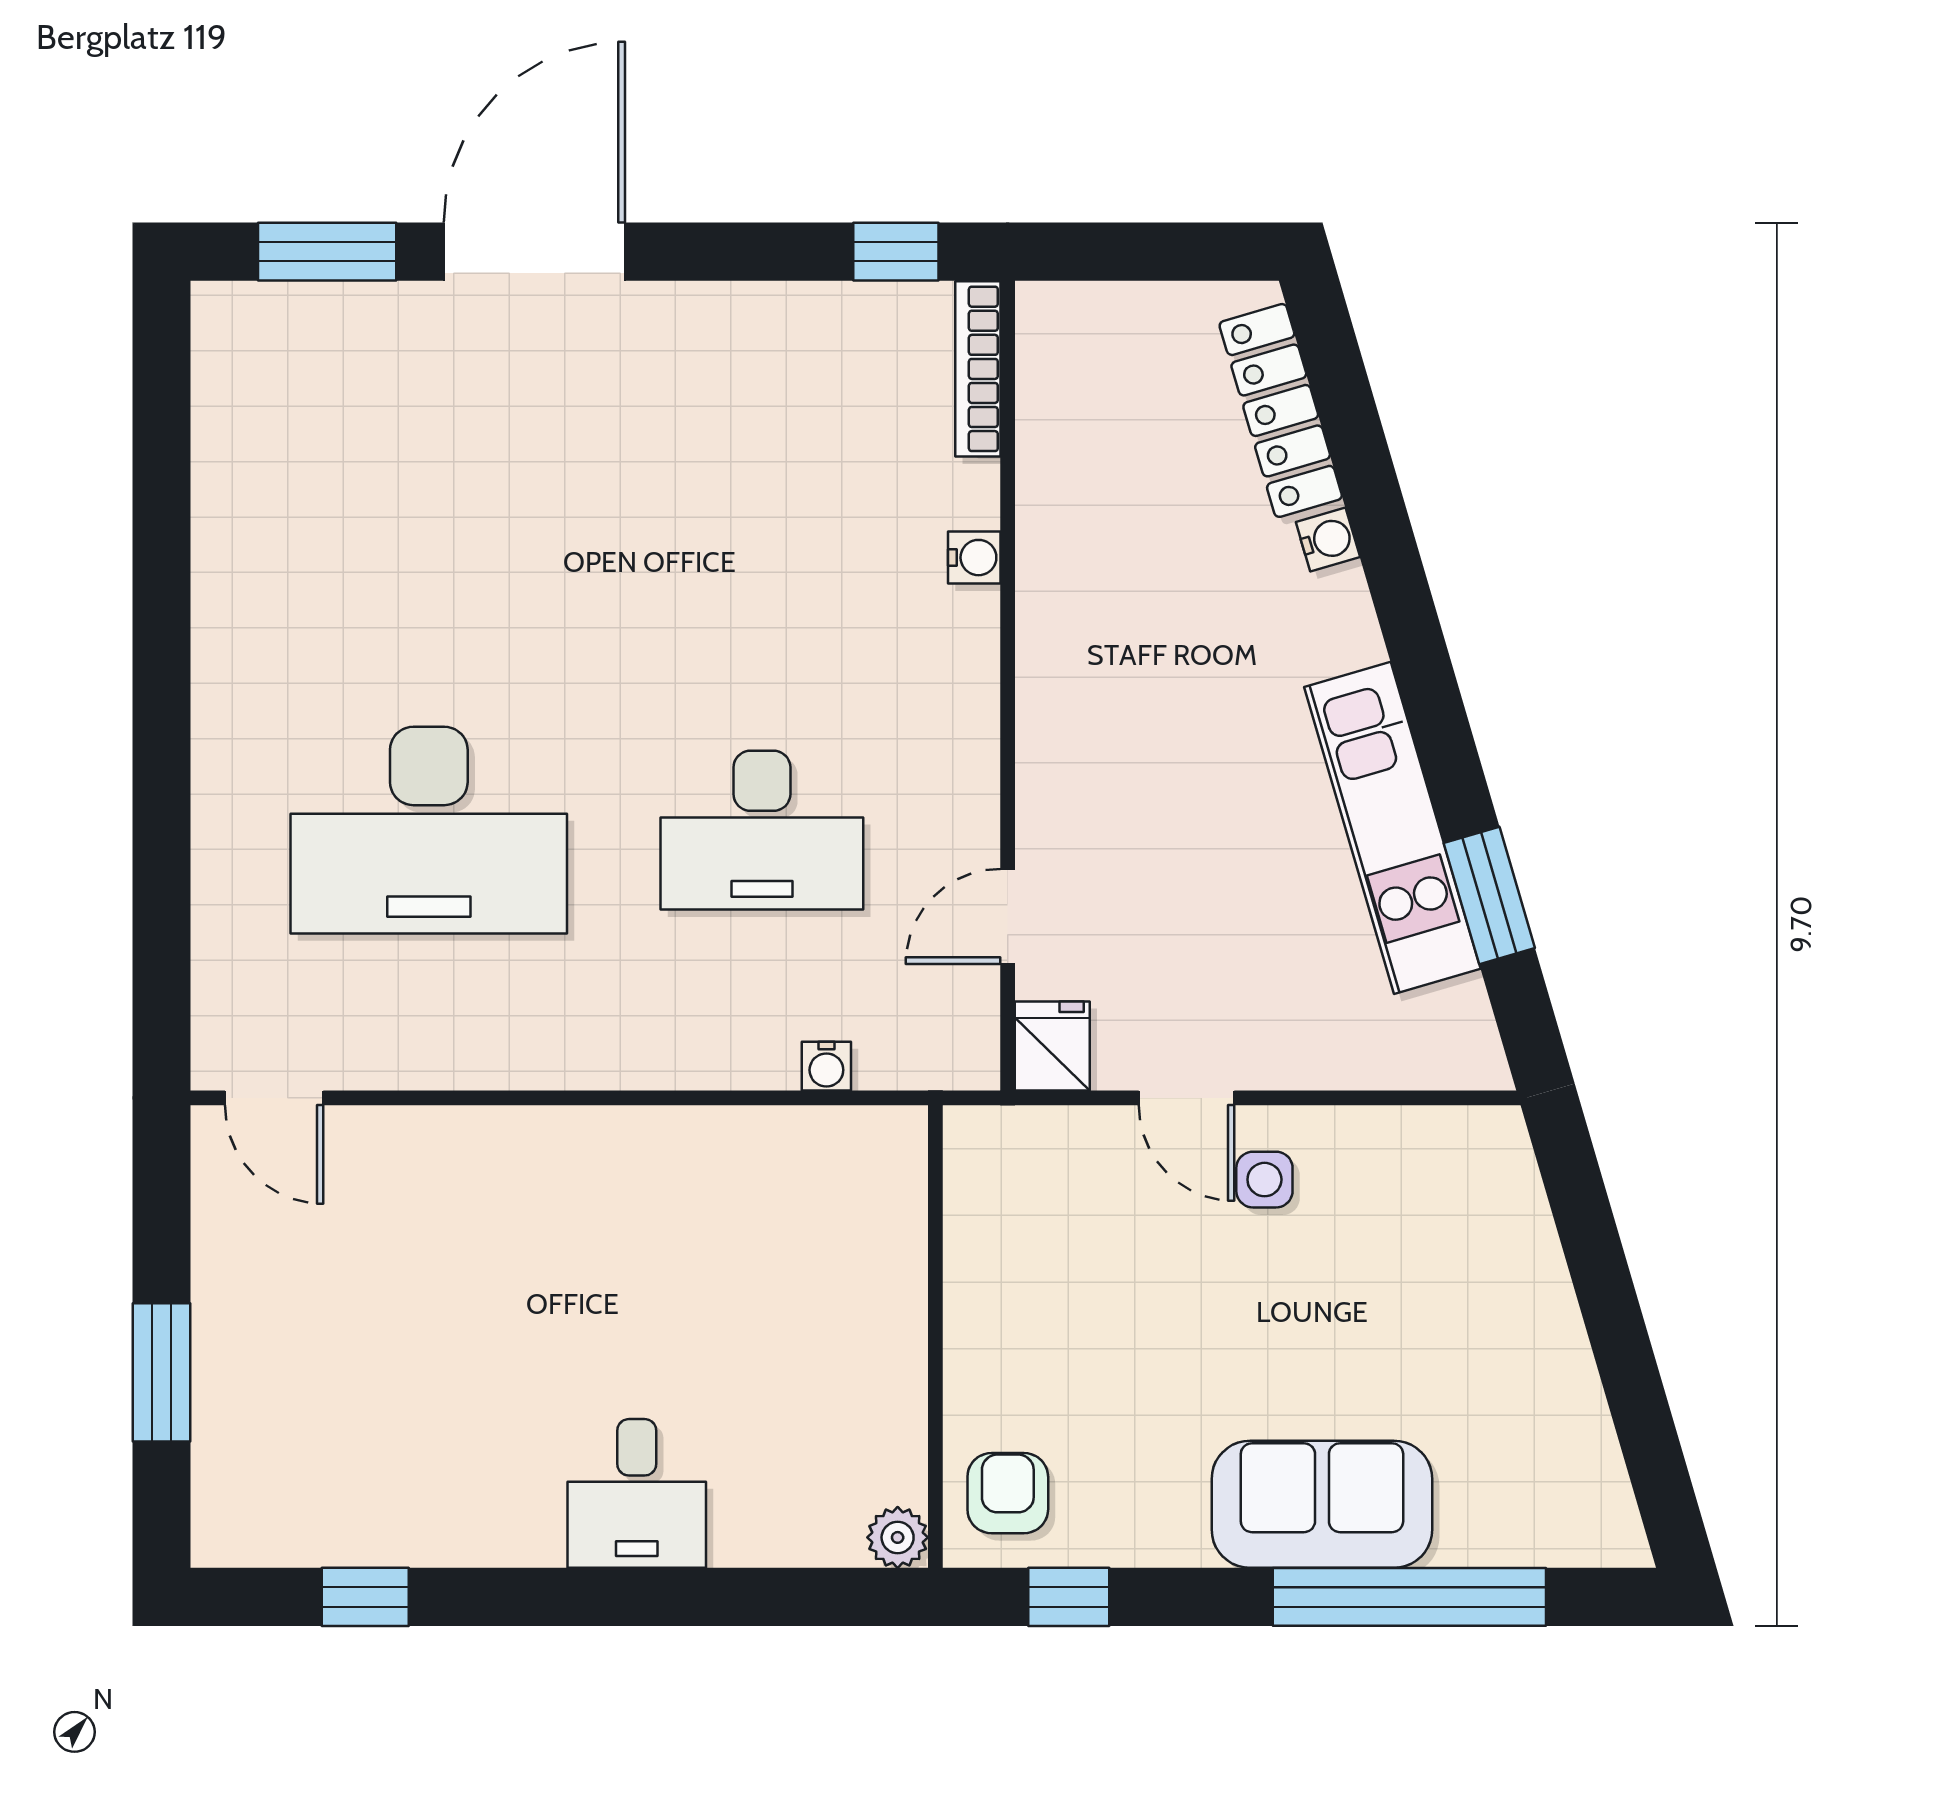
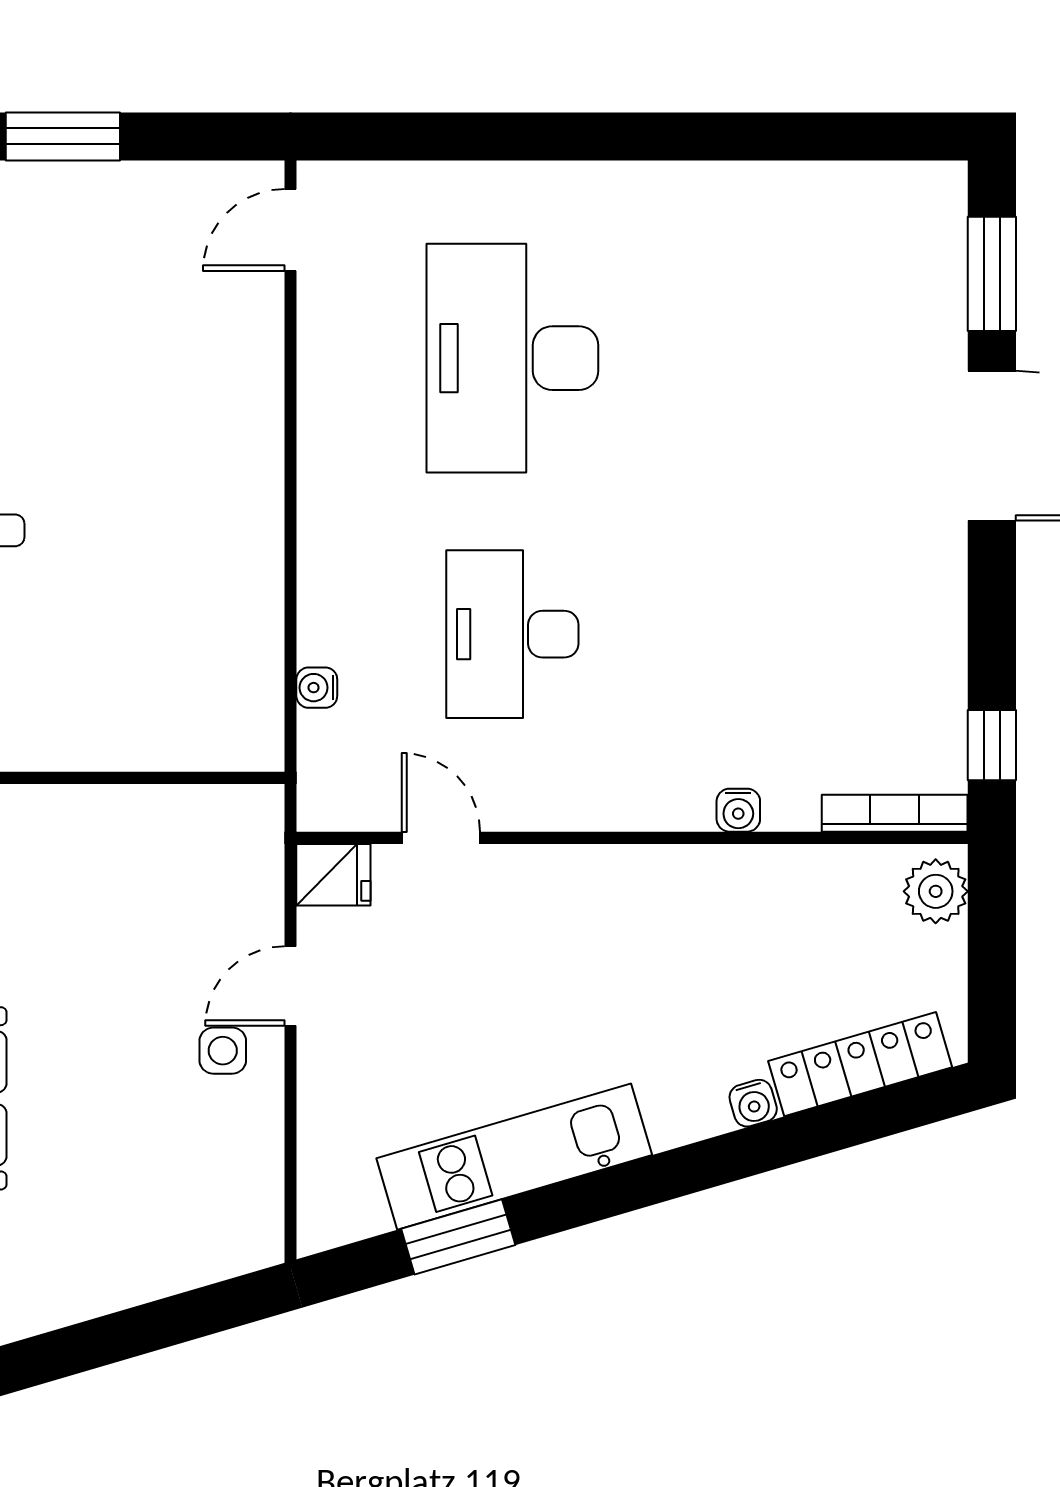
plant: (1072, 319) -> (936, 891), added

